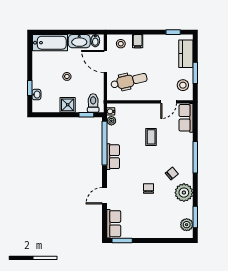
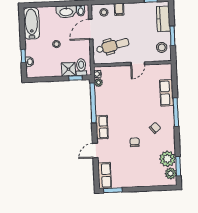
bathtub: (50, 43) -> (31, 23), moved, turned -90
door: (105, 62) -> (91, 29), hinge flipped
door: (169, 102) -> (138, 64), moved
shower: (68, 105) -> (69, 69), moved
row of seats: (186, 118) -> (167, 93), moved
coffee table: (151, 137) -> (135, 95), removed
row of seats: (113, 157) -> (102, 127), moved
plant: (184, 193) -> (167, 159), moved

